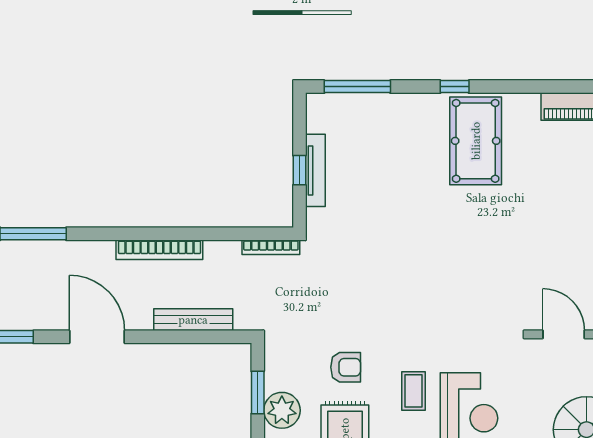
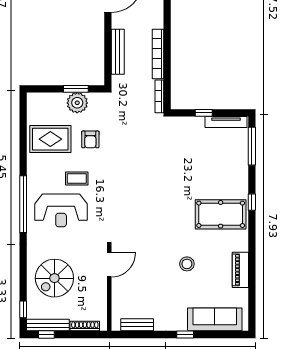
tv unit: (315, 170) -> (226, 122), moved
stool: (562, 199) -> (187, 264), added
bookcase: (159, 250) -> (158, 54), moved
plant: (282, 410) -> (77, 103), moved

